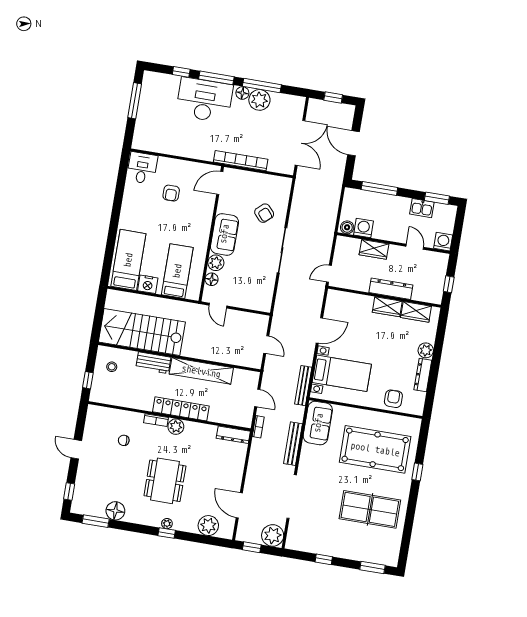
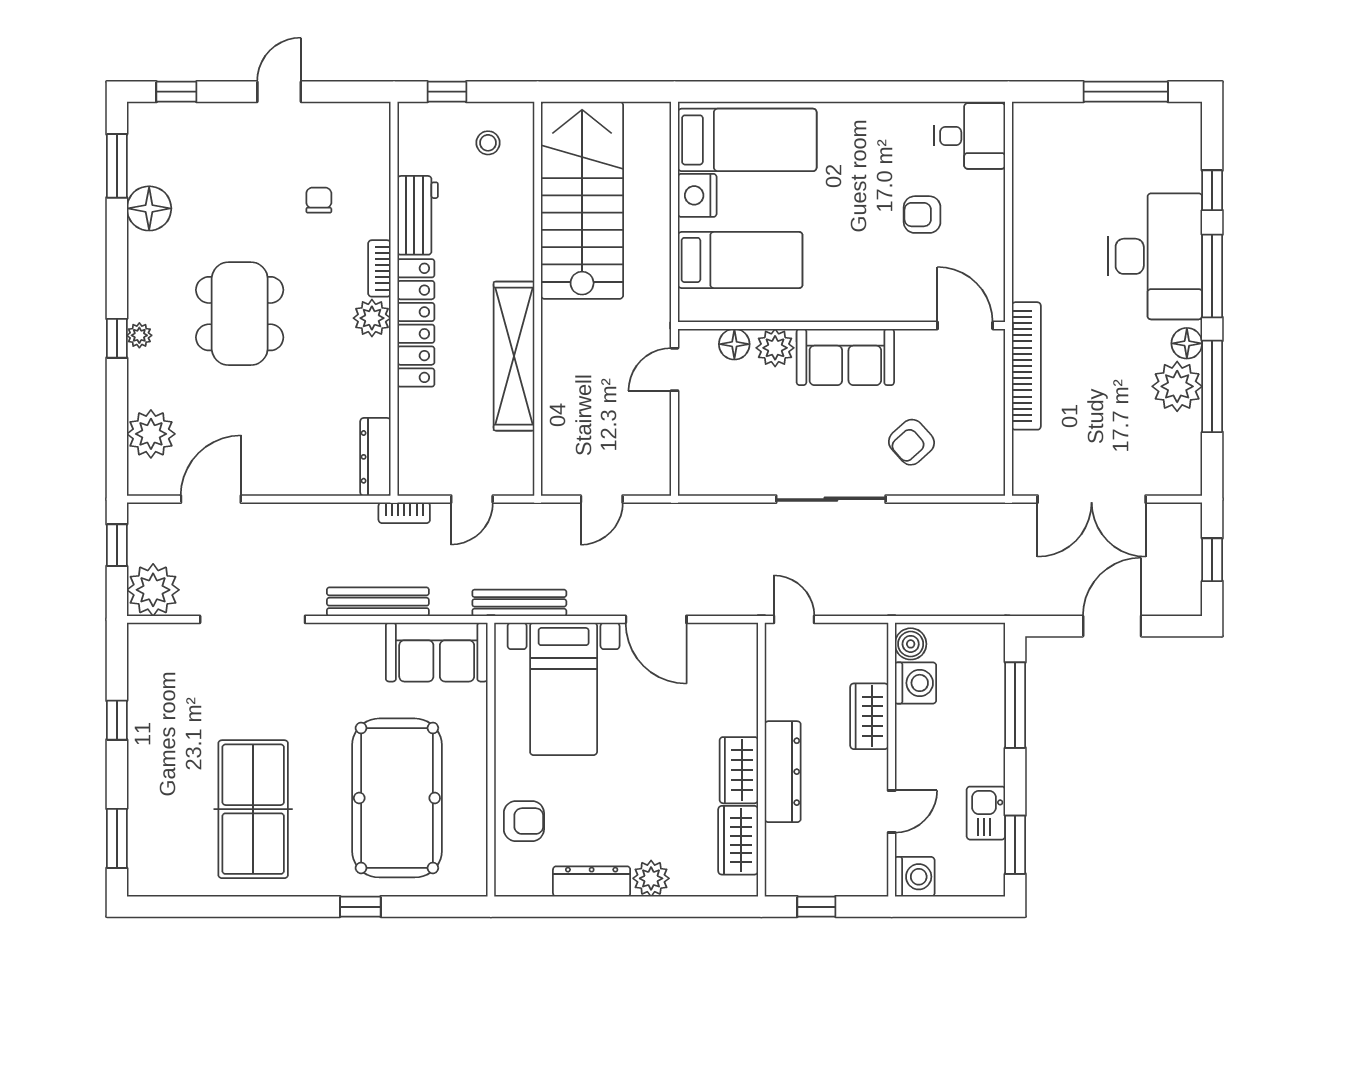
workbench: (153, 363) -> (418, 215), moved, turned 180
dining table: (165, 481) -> (240, 314), turned 90

